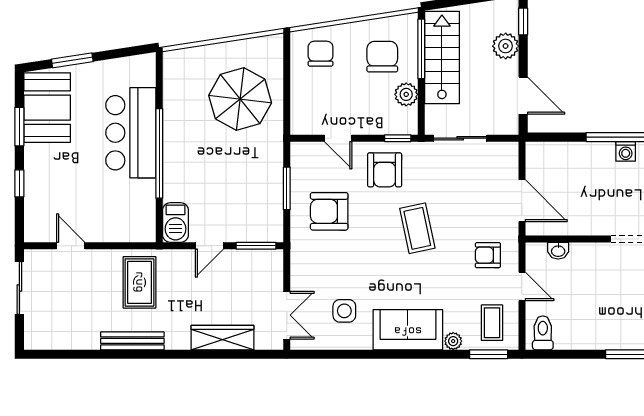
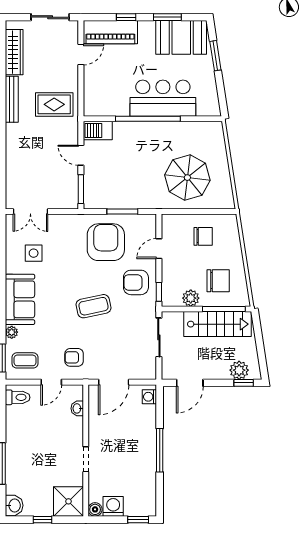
plant: (506, 46) -> (239, 370), moved
chair: (321, 54) -> (203, 236), moved
washing machine: (626, 151) -> (149, 397), moved
piano: (40, 205) -> (110, 32), added
armchair: (329, 211) -> (106, 242), width x1.36, depth x1.36
armchair: (488, 255) -> (74, 357), turned -90
wardrobe: (222, 338) -> (14, 52), moved

